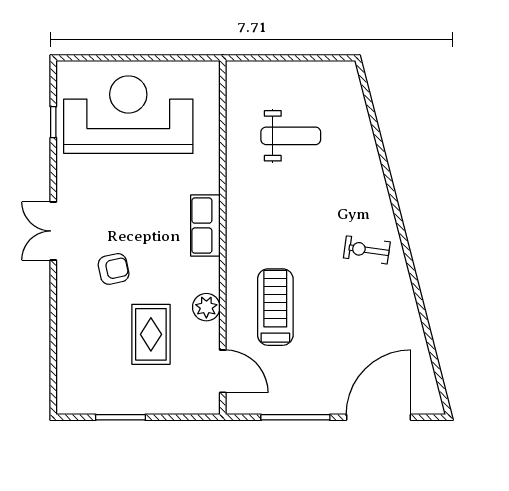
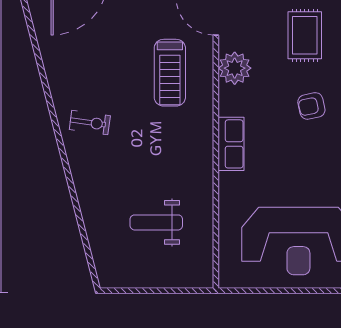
plant: (206, 307) -> (235, 68), width x1.36, depth x1.36
rug: (151, 334) -> (305, 35), moved

